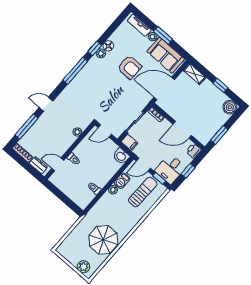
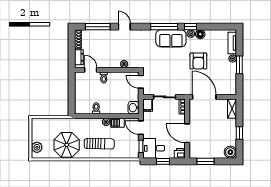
sofa: (166, 55) -> (171, 38), moved, turned -90
sun lounger: (143, 192) -> (99, 144), moved

